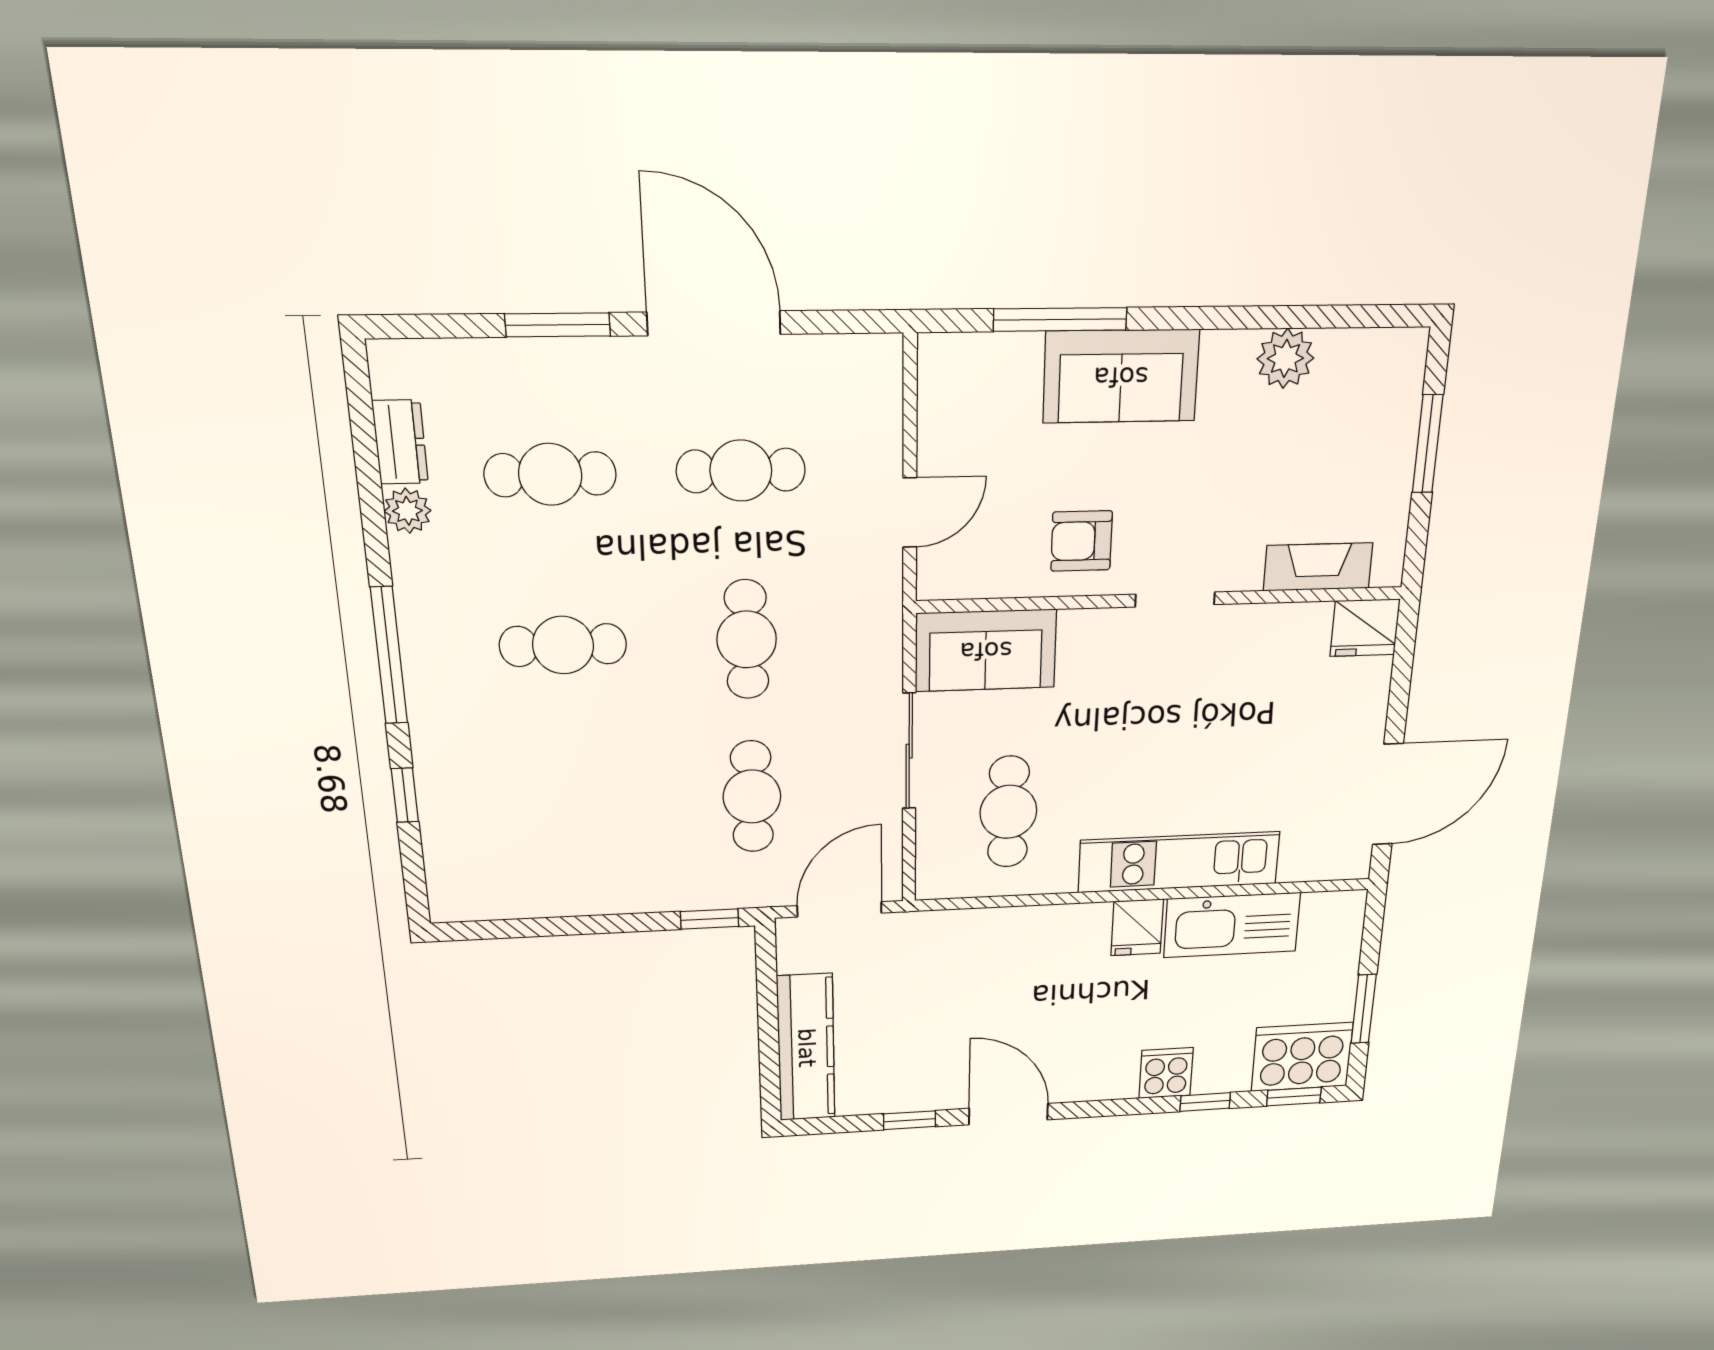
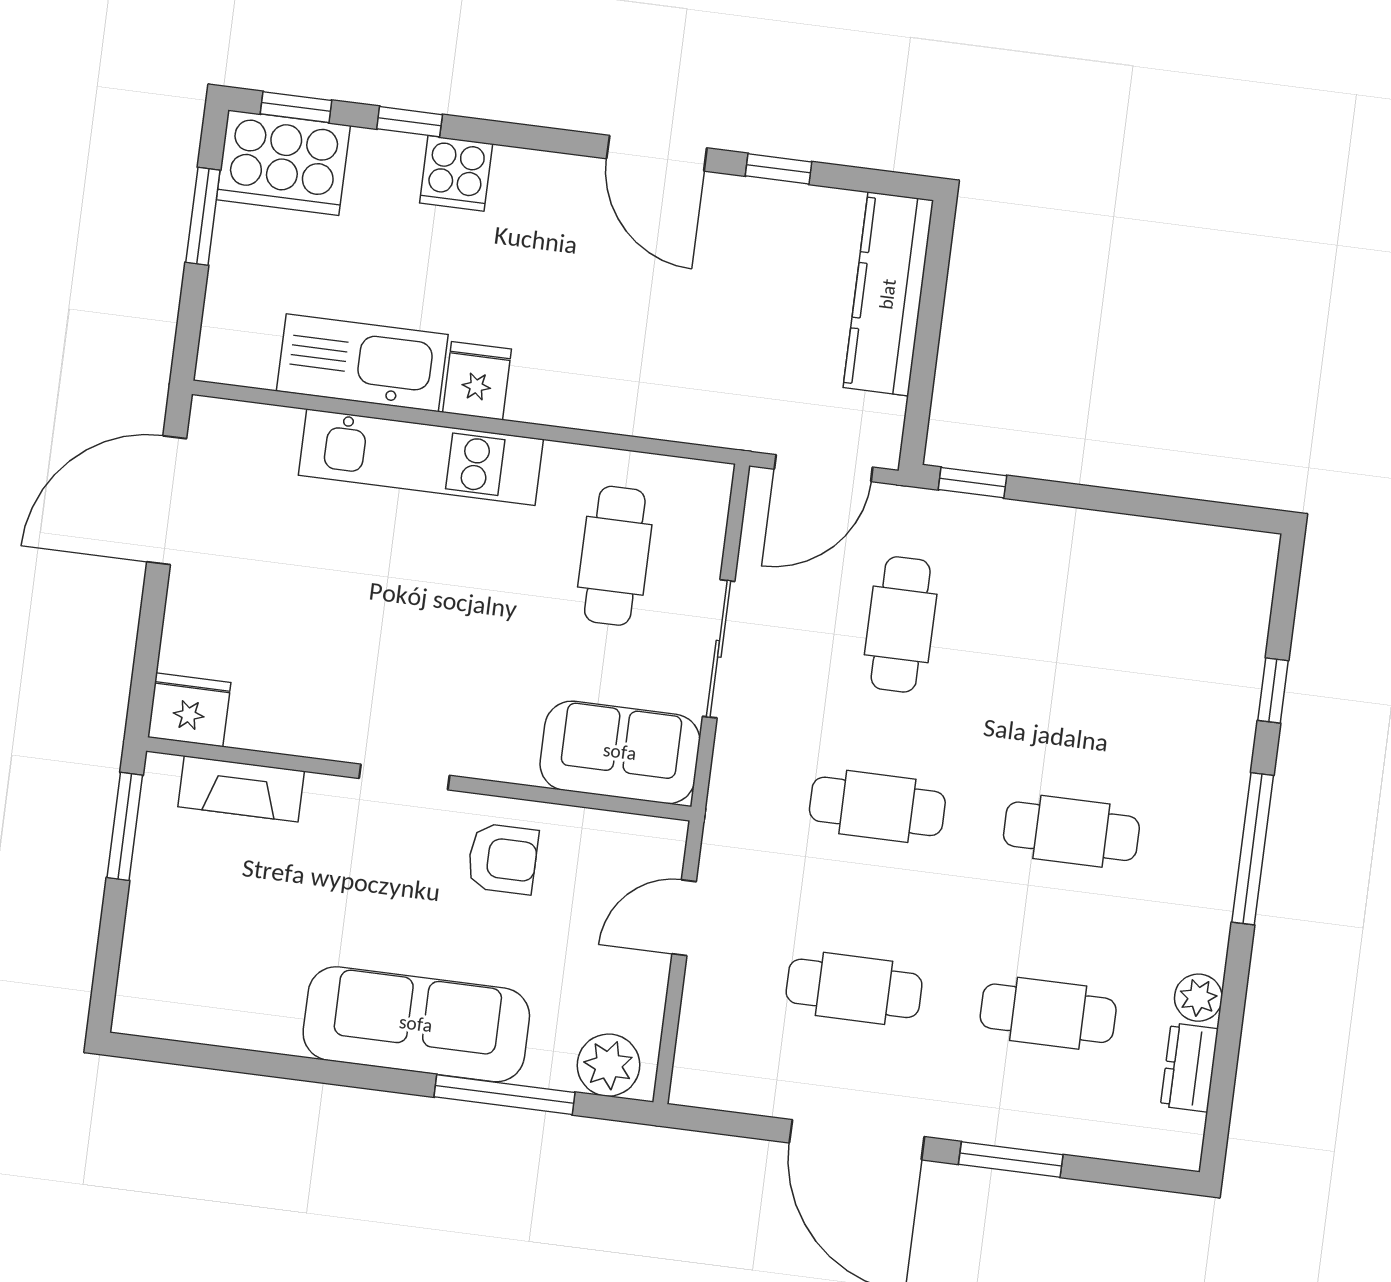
plant: (1285, 358) -> (608, 1065), moved
sofa: (1121, 376) -> (416, 1024), width x1.36
window: (1428, 444) -> (125, 826), moved
cafe table: (747, 640) -> (877, 806), turned 90

